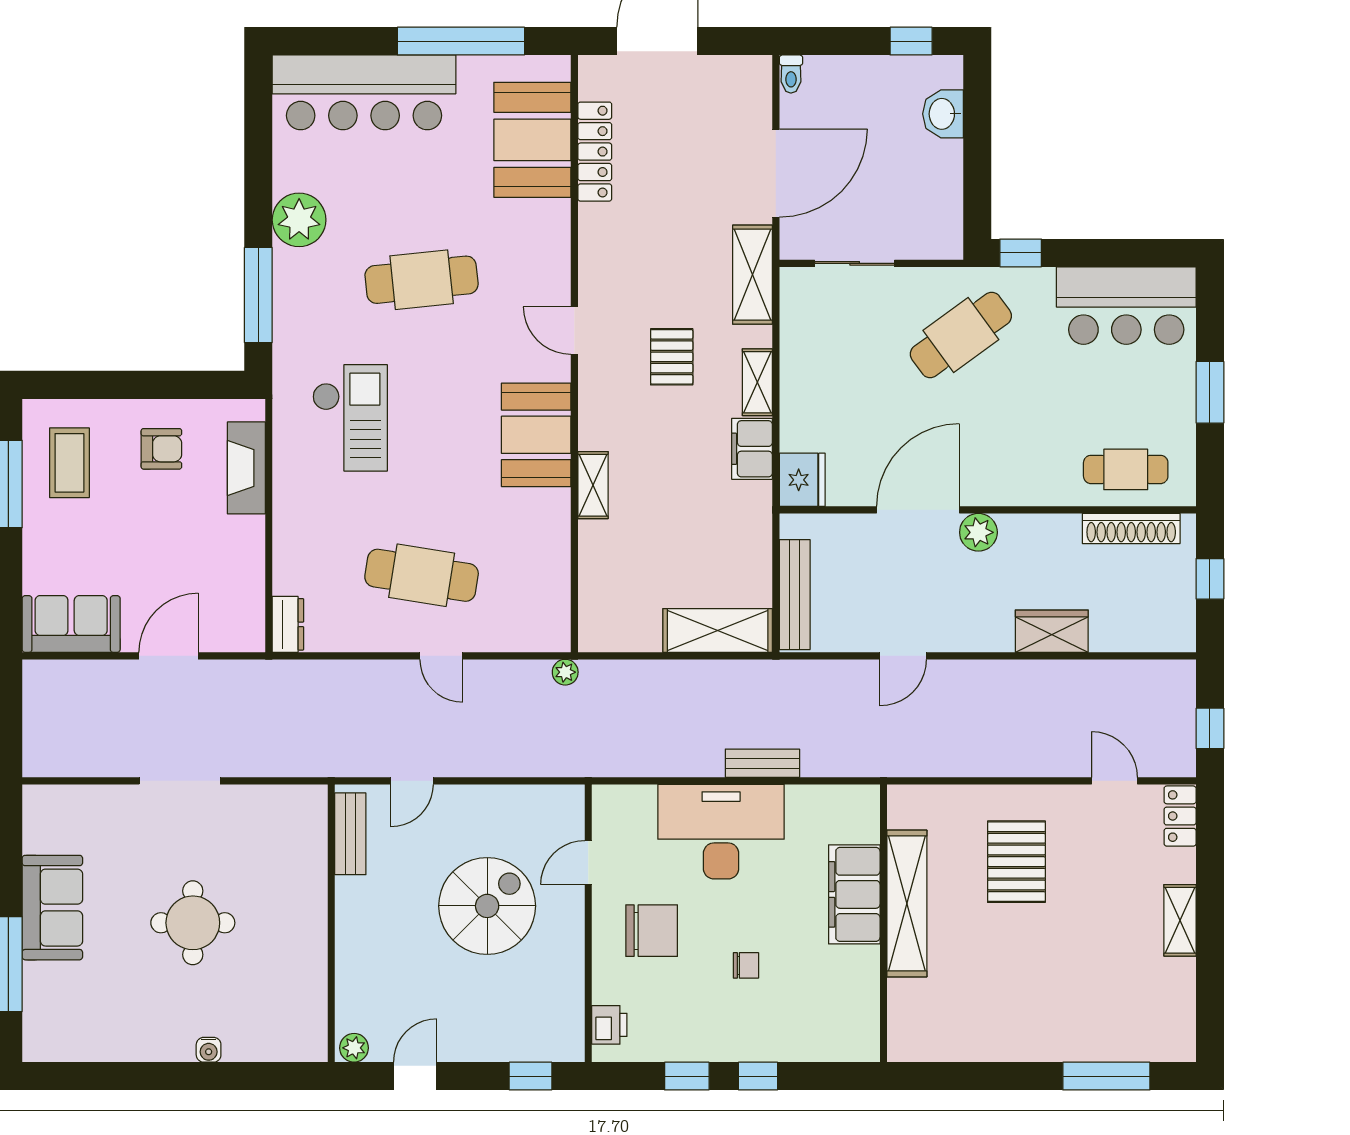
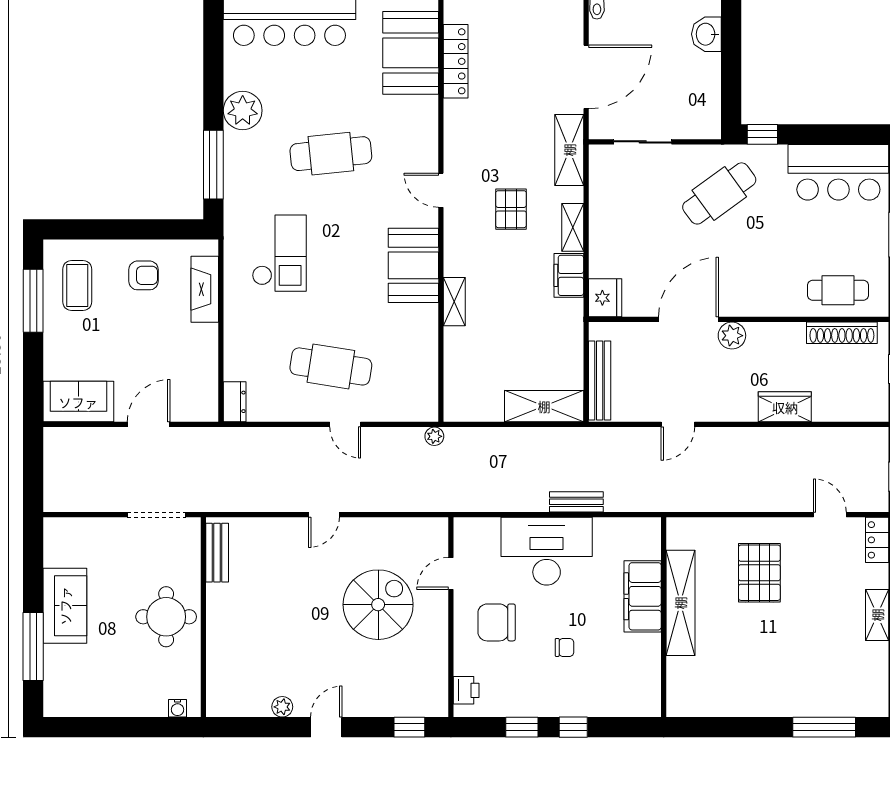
bench: (350, 834) -> (217, 553), moved
wall: (331, 923) -> (203, 617), moved
chair: (652, 931) -> (497, 622), turned 180

